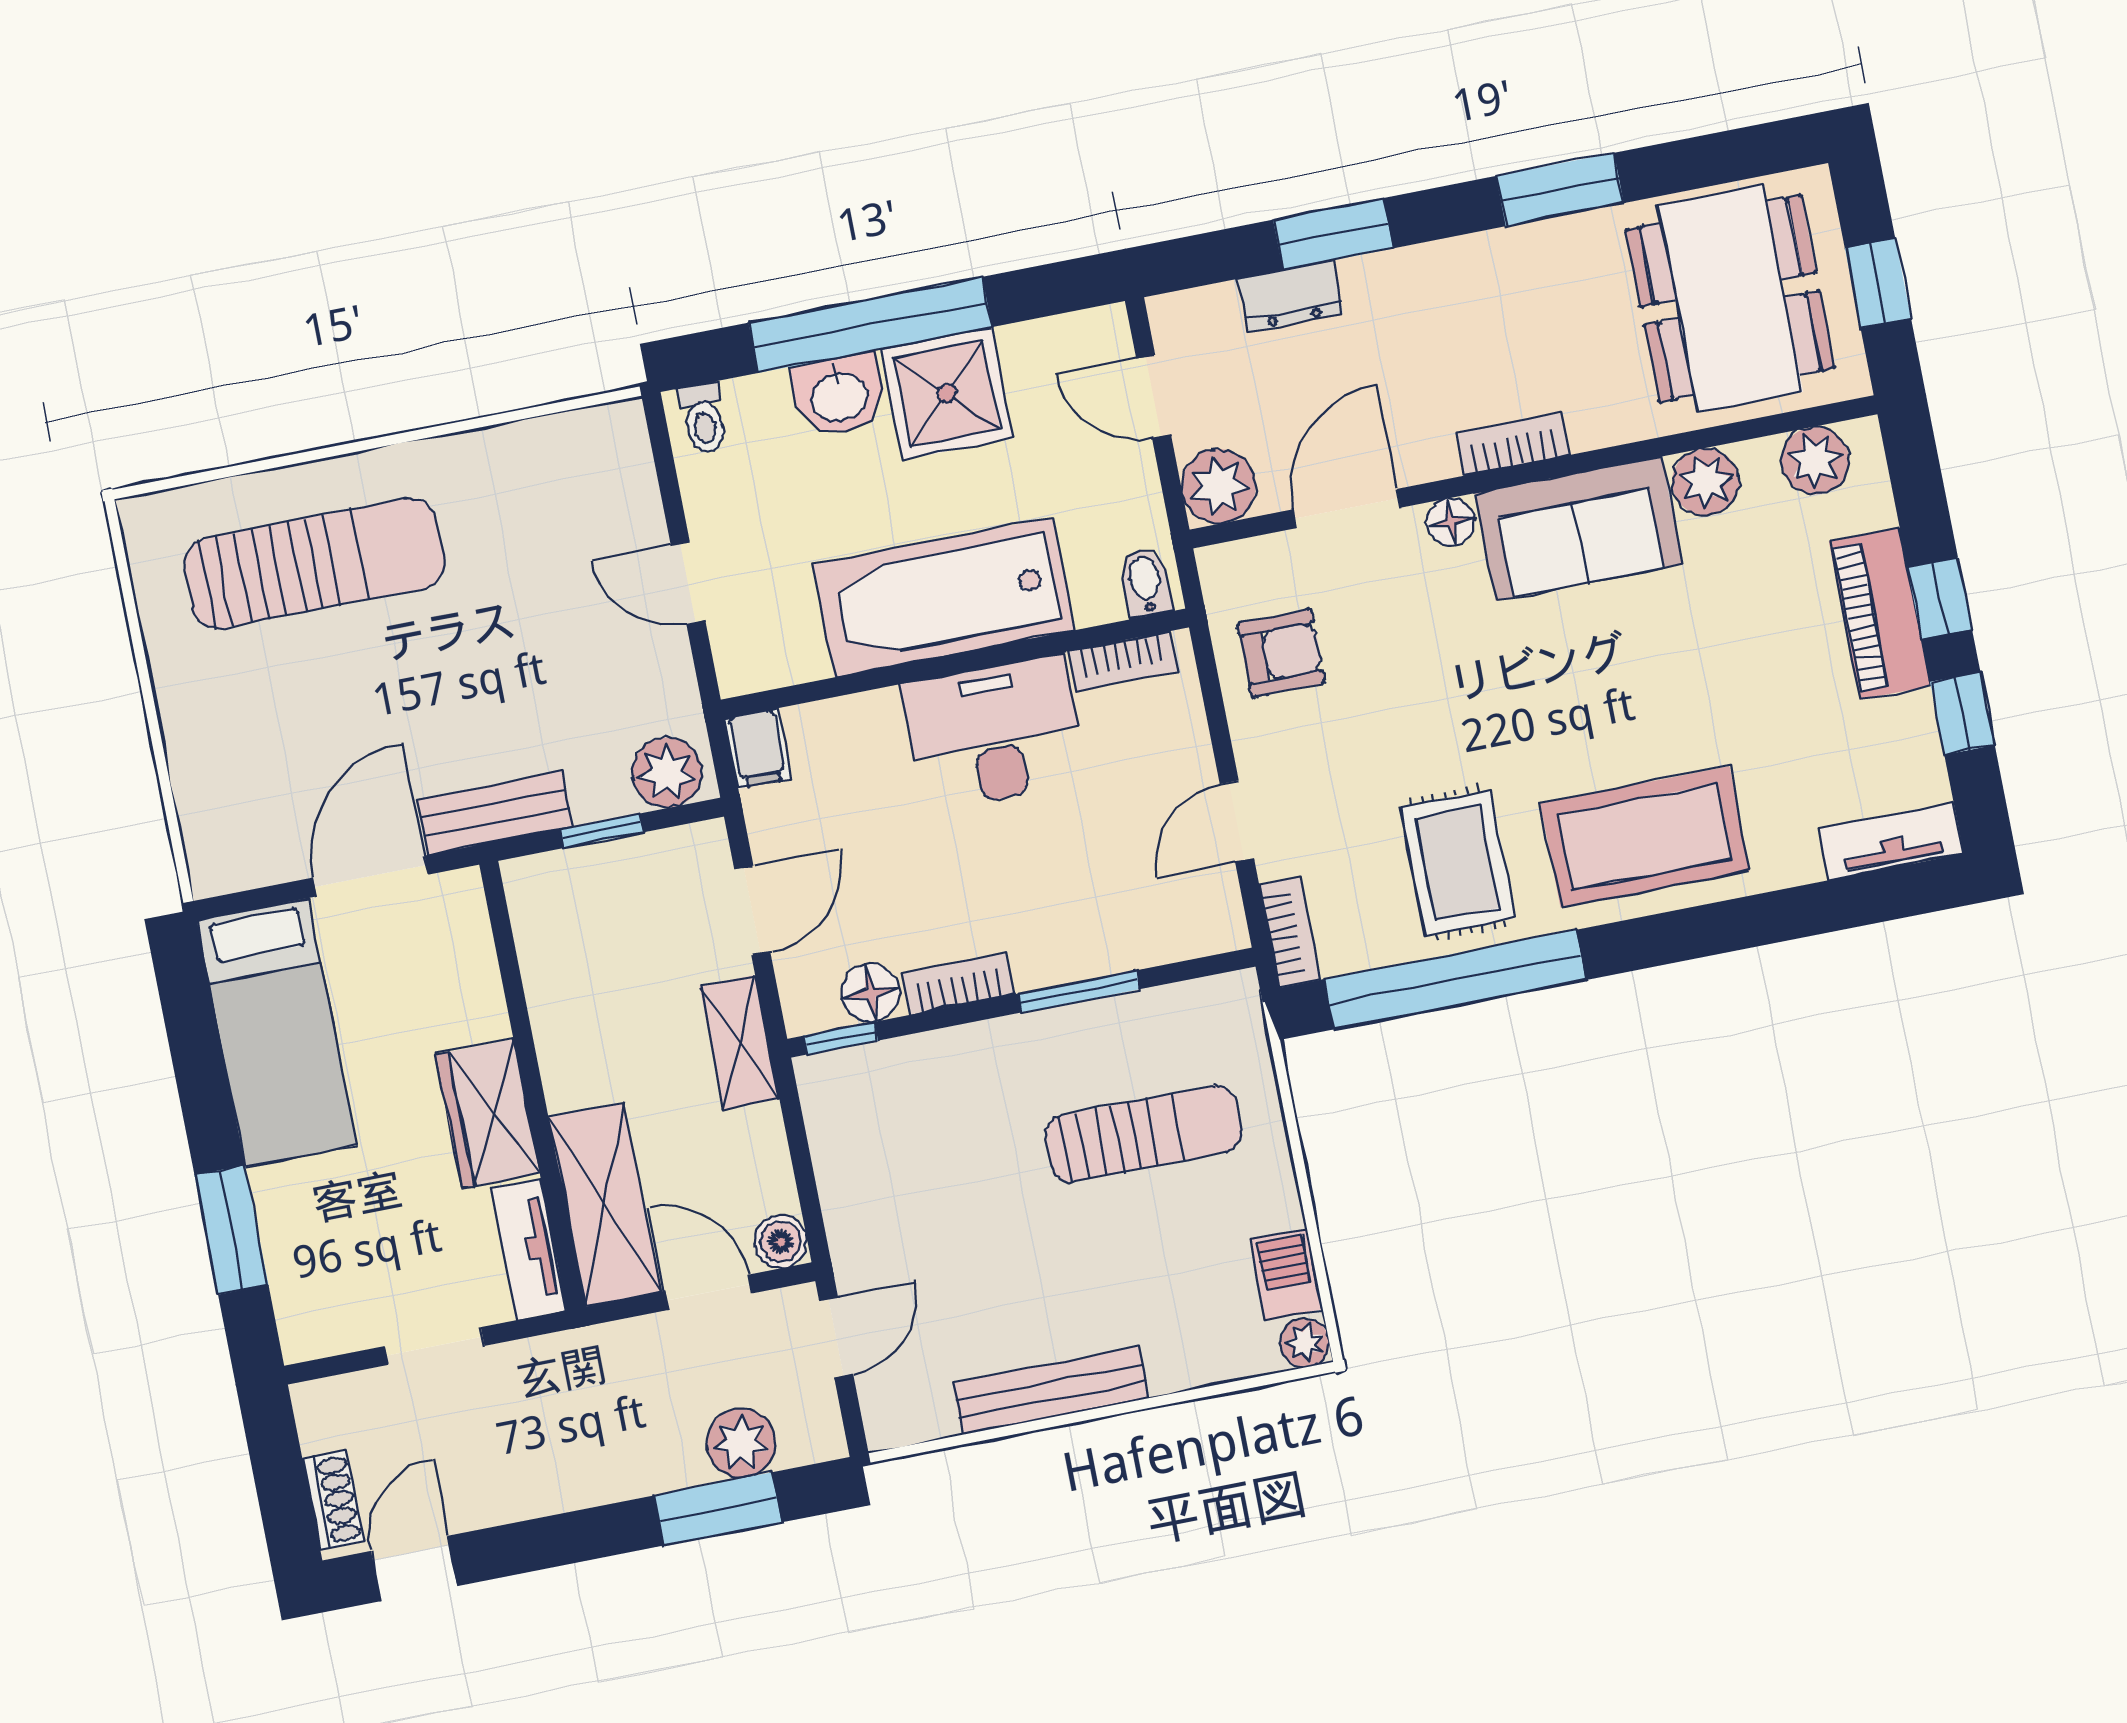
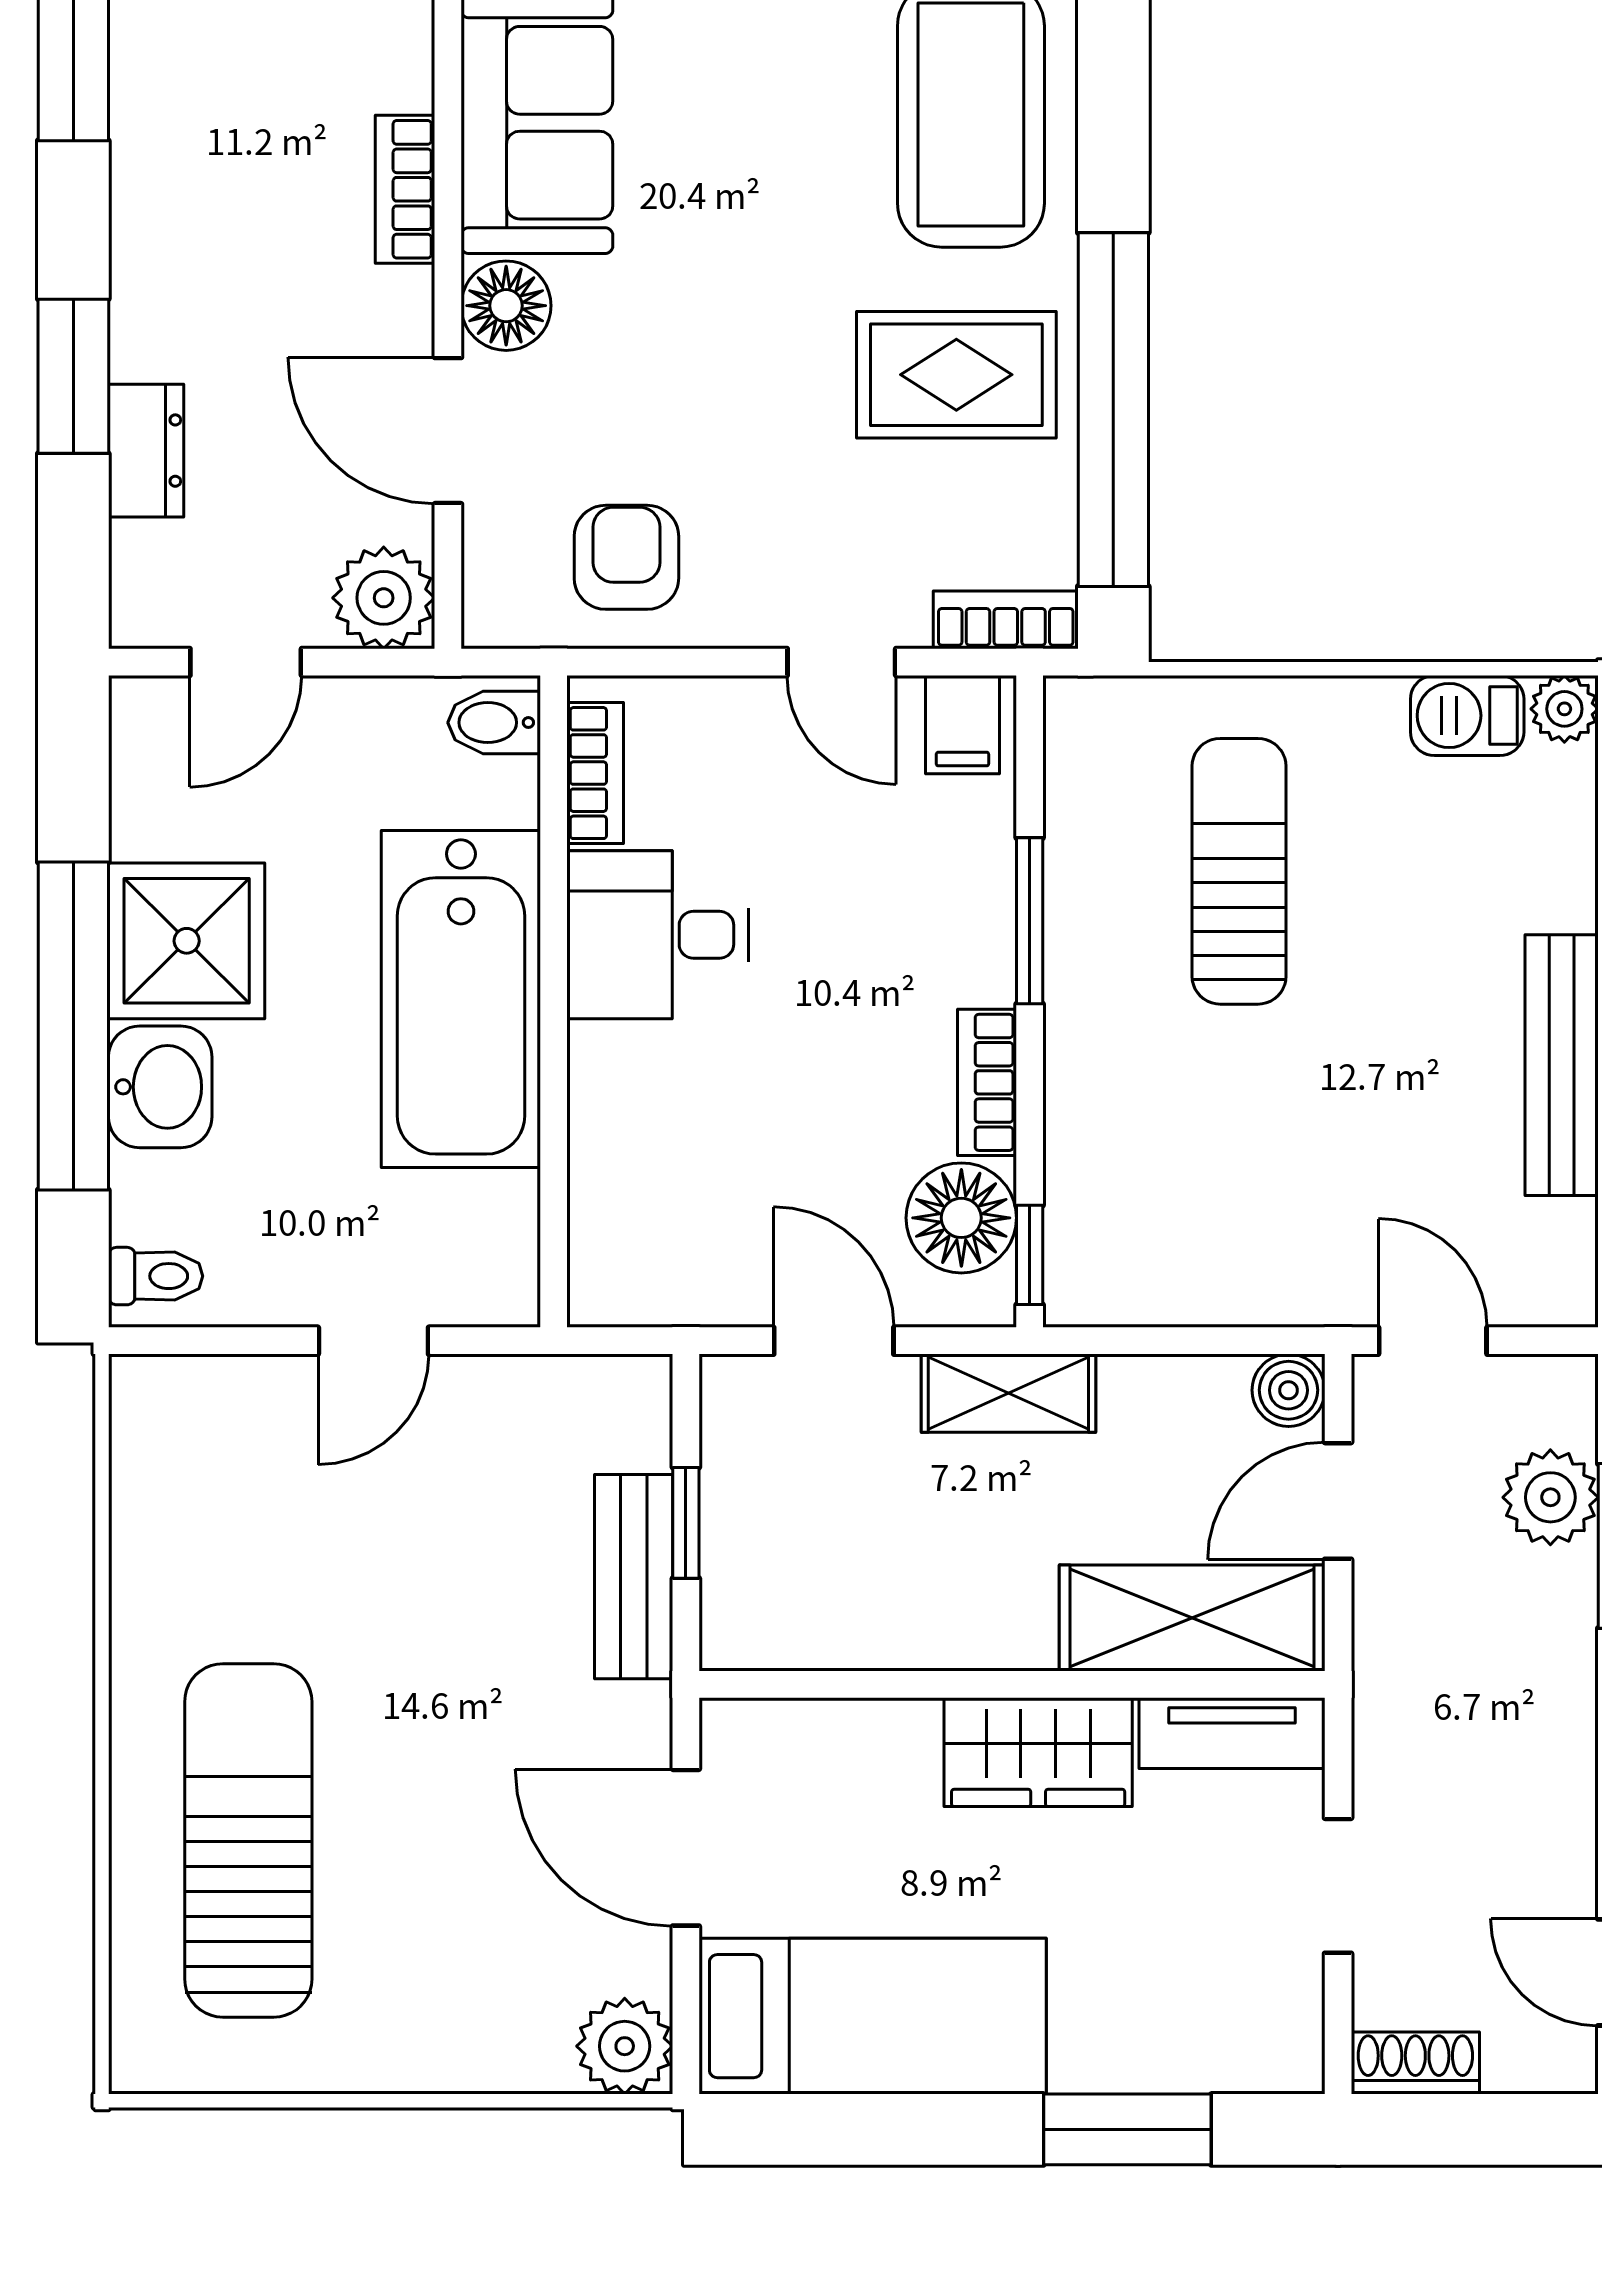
floor lamp: (1451, 522) -> (506, 306), width x1.37, depth x1.37
desk: (995, 733) -> (658, 935), width x0.73
filing cabinet: (758, 749) -> (962, 725), moved, turned 90
plant: (667, 773) -> (625, 2046), moved
bench: (495, 813) -> (634, 1577), moved
floor lamp: (870, 993) -> (961, 1218), width x1.38, depth x1.38
shoe rack: (334, 1500) -> (1415, 2063), moved

